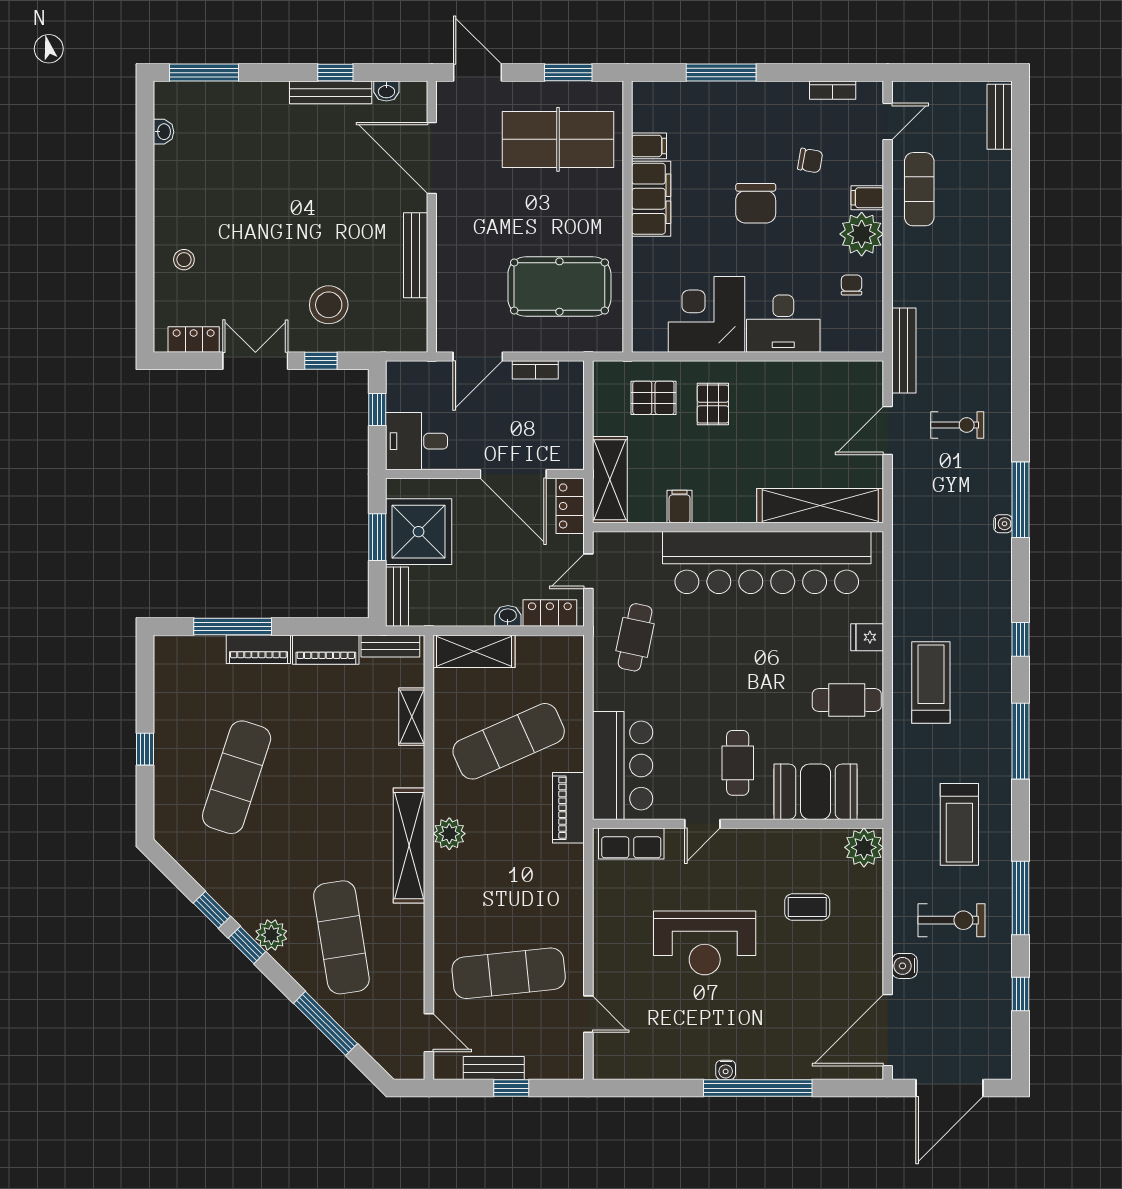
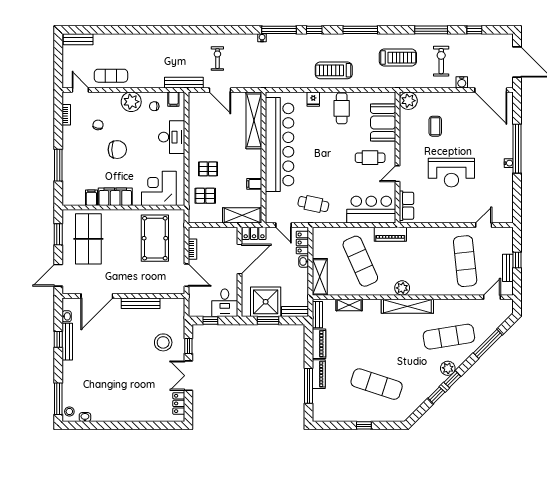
filing cabinet: (867, 198) -> (173, 99), moved
stool: (184, 260) -> (69, 412), moved
corner desk: (706, 314) -> (159, 188), moved, turned 90
pallet: (653, 398) -> (205, 196), turned 90
window: (1021, 500) -> (279, 30), moved
door: (702, 824) -> (398, 174), swing flipped
reception desk: (705, 943) -> (451, 173), turned 90

